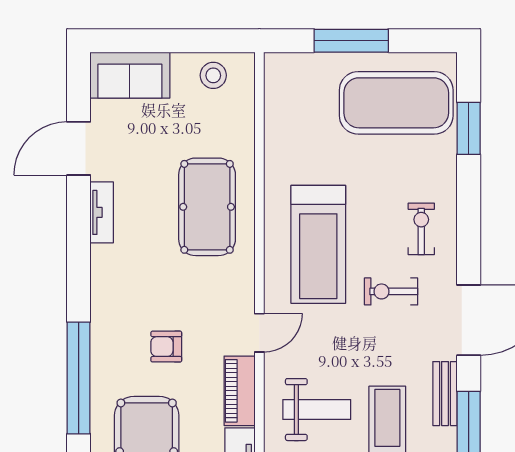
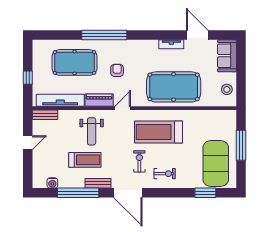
pool table: (207, 207) -> (174, 87), width x1.36, depth x1.32
door: (259, 333) -> (123, 108), swing flipped

